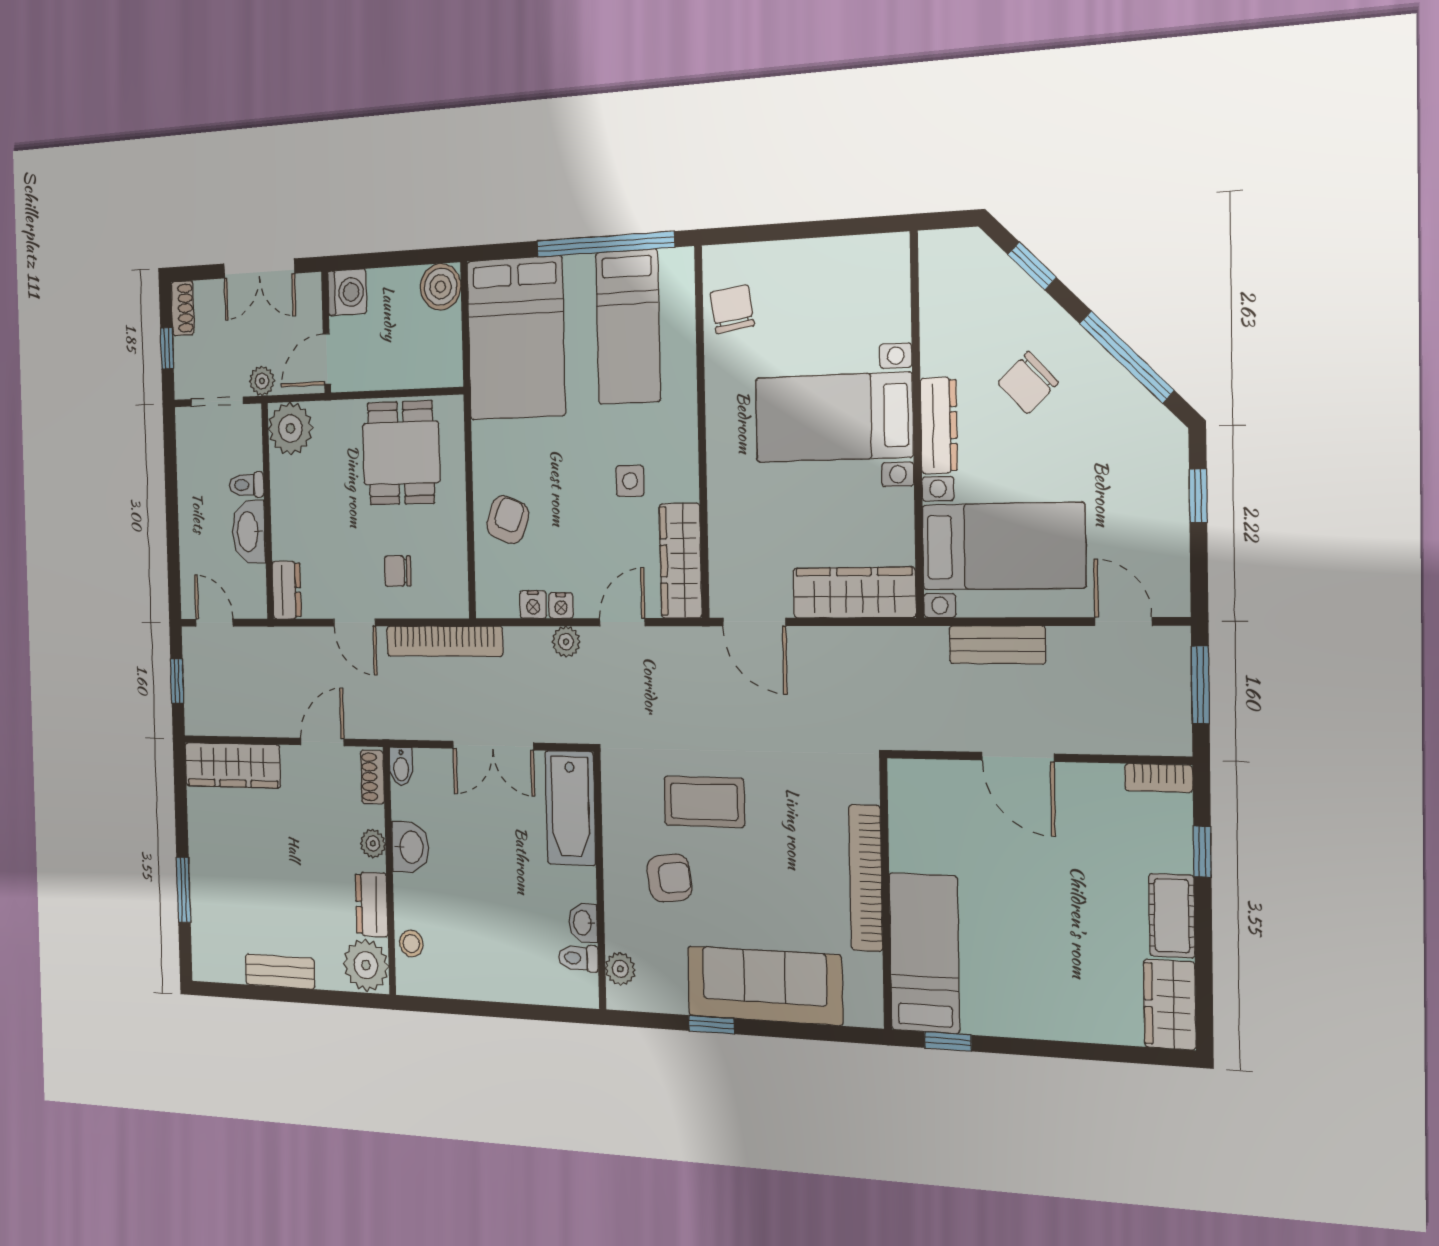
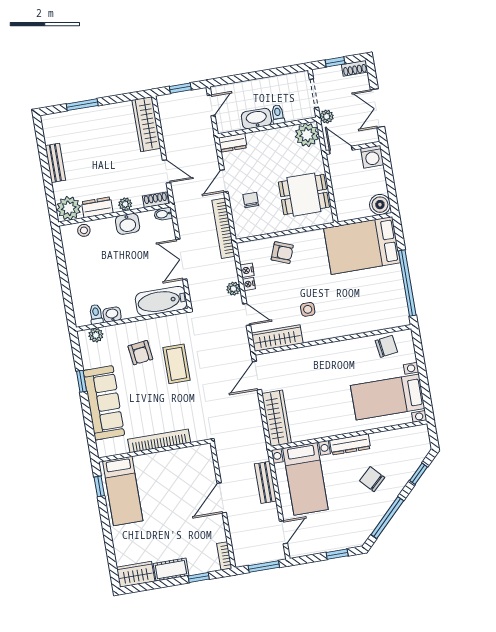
bed: (628, 327) -> (373, 299), removed
bed with nightstands: (833, 417) -> (388, 397), moved, turned -90
bed: (924, 953) -> (123, 491), moved, turned 90

